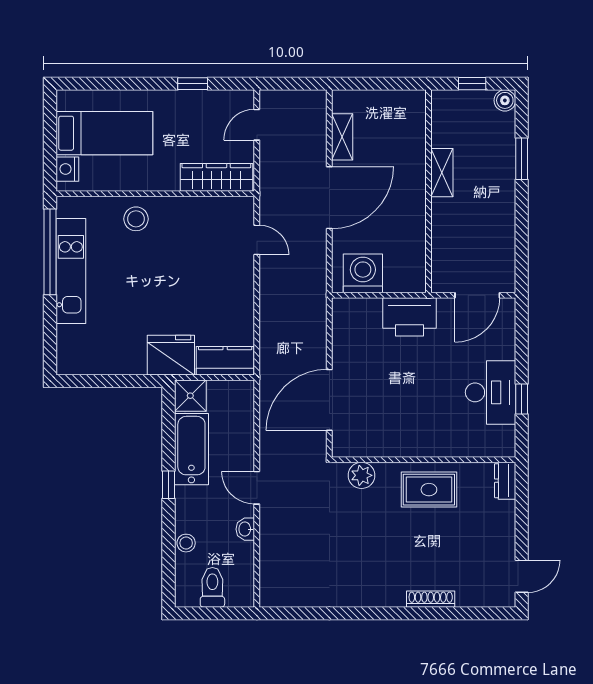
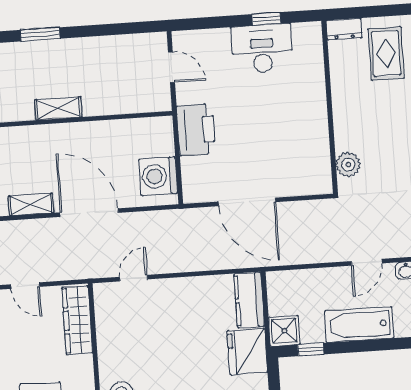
door: (477, 295) -> (171, 67), width x0.73
door: (329, 400) -> (247, 202), moved
bathtub: (191, 449) -> (359, 325), moved
window: (168, 485) -> (311, 349), moved
rug: (429, 490) -> (386, 54), moved

